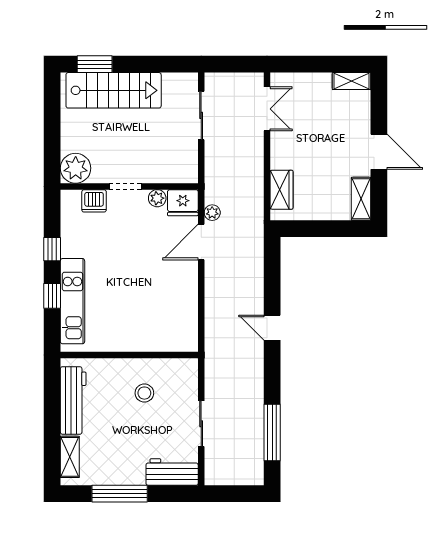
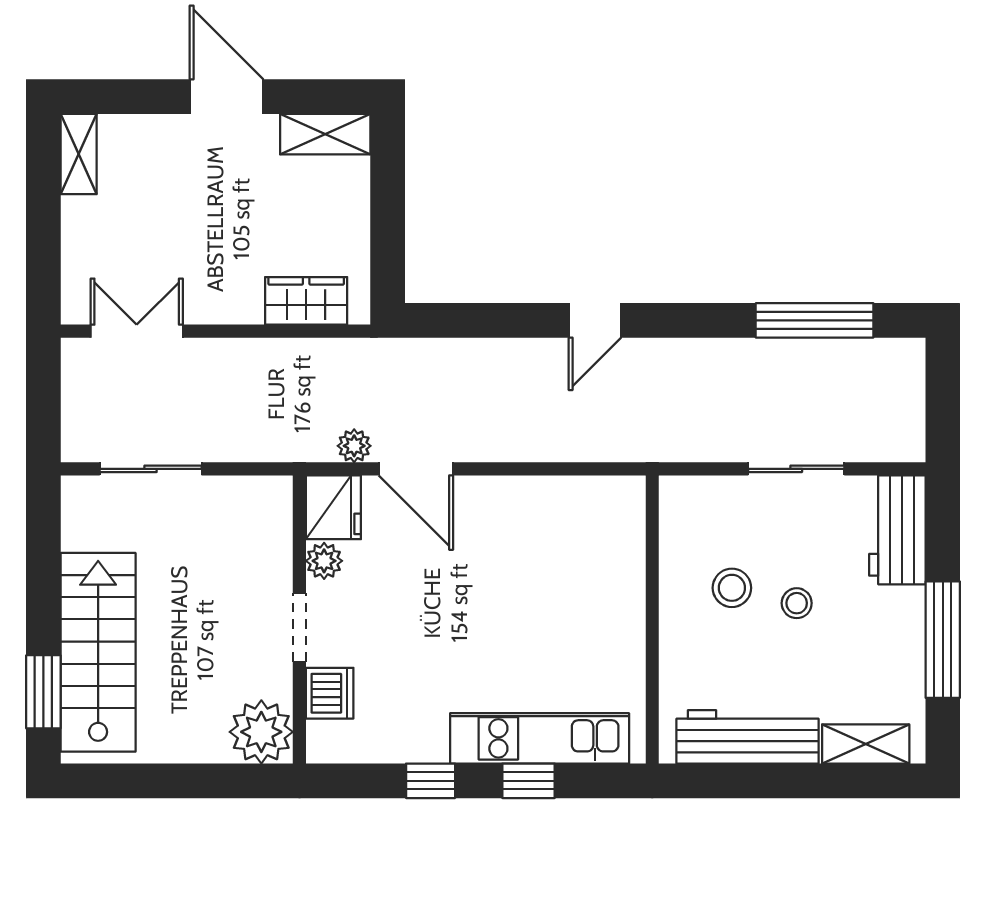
door: (379, 152) -> (227, 97), hinge flipped
stool: (137, 424) -> (797, 603), added

